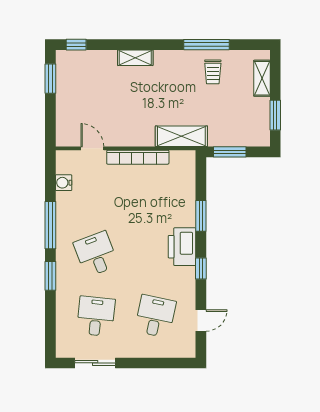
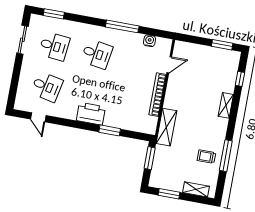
window: (76, 45) -> (240, 79), moved
desk: (96, 254) -> (97, 54), turned 30
window: (201, 269) -> (74, 124), removed
window: (50, 276) -> (54, 14), moved

